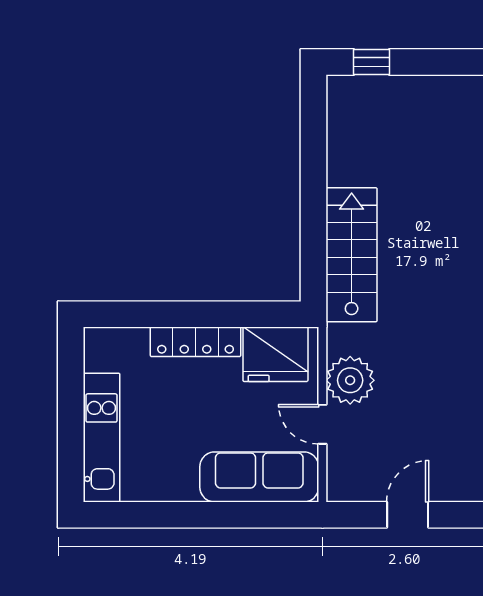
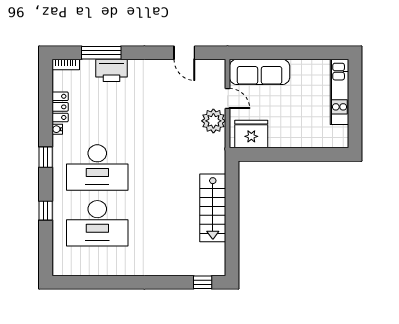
stairs: (352, 255) -> (213, 208), moved
locker: (196, 342) -> (292, 140), removed
door: (408, 515) -> (184, 53), hinge flipped

